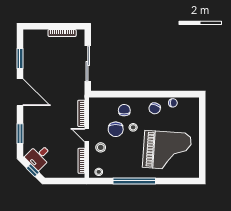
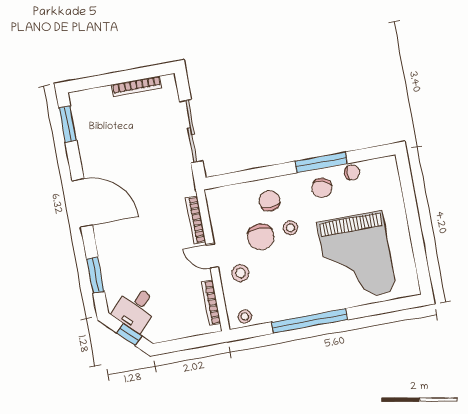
window: (20, 59) -> (68, 124), moved
window: (157, 94) -> (321, 162), added
grand piano: (167, 150) -> (357, 257), turned 86

